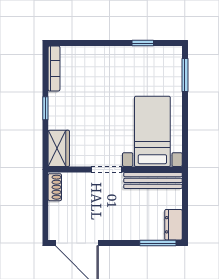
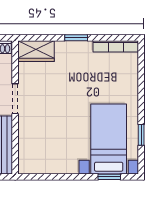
window: (185, 75) -> (109, 177), width x0.67
bed with nightstands: (152, 131) -> (109, 139), moved, turned -90

